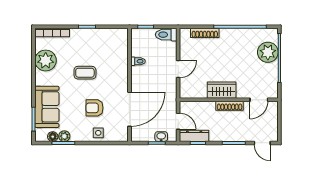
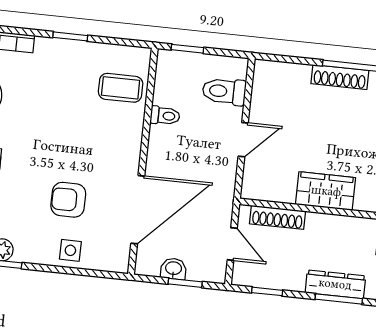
shoe rack: (205, 33) -> (340, 77), moved
toilet: (166, 35) -> (224, 91), moved
coffee table: (85, 73) -> (121, 88), moved
shoe rack: (230, 106) -> (278, 217), moved
dresser: (194, 136) -> (335, 284), moved
washbasin: (161, 137) -> (173, 269), moved

